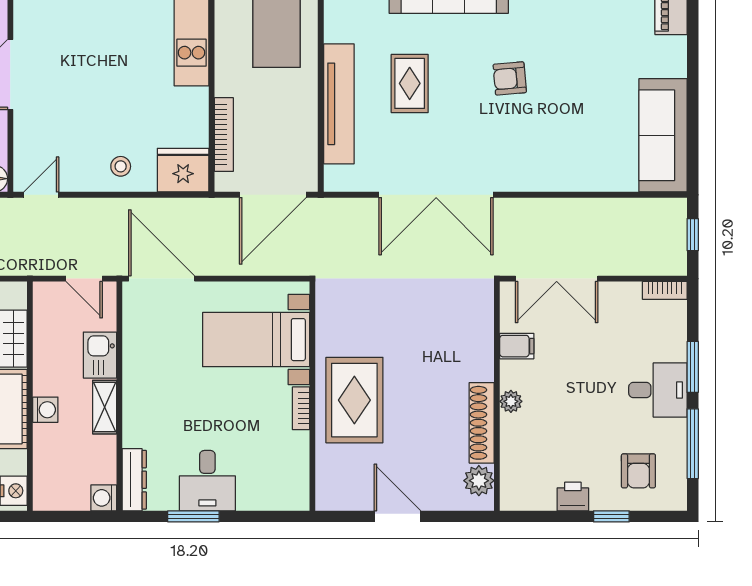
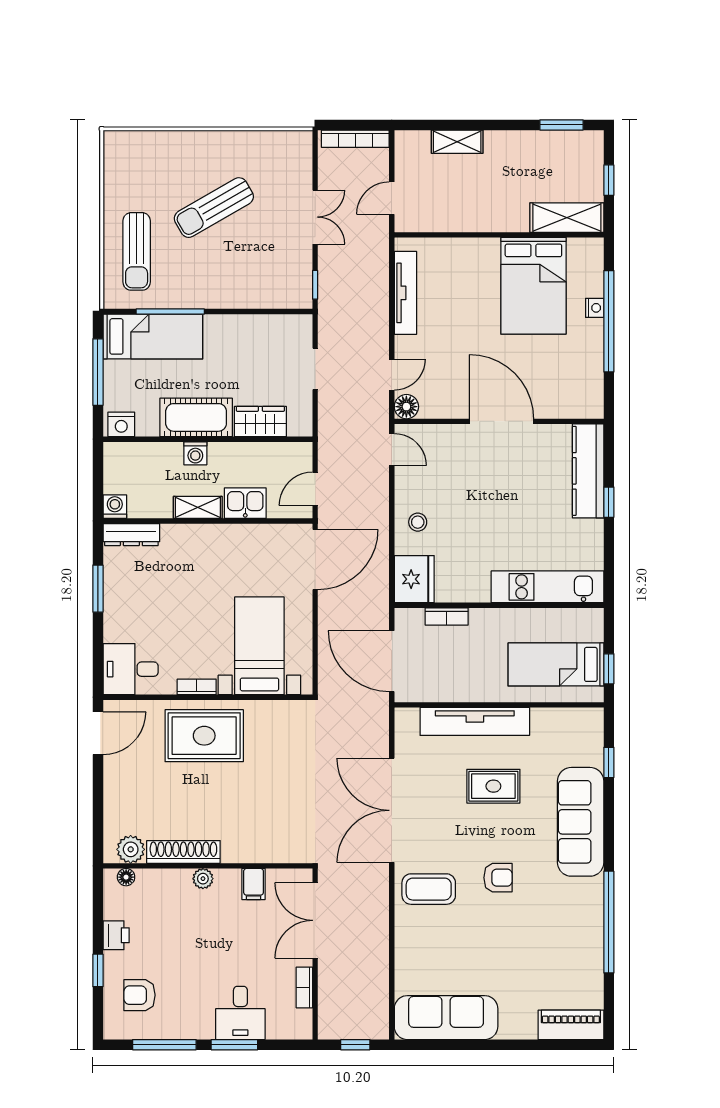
armchair: (510, 78) -> (498, 878), turned 95
bookcase: (224, 135) -> (447, 616), width x0.64
coffee table: (522, 154) -> (429, 889), added
bookcase: (665, 290) -> (304, 987), moved
desk: (658, 390) -> (240, 1013), moved
desk: (207, 481) -> (131, 669), moved
floor lamp: (509, 486) -> (126, 877), added
door: (398, 516) -> (98, 733), moved

